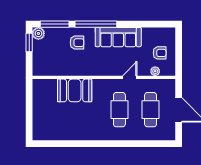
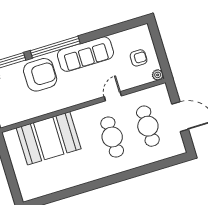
armchair: (77, 43) -> (40, 75), width x1.88, depth x1.88
plant: (155, 71) -> (158, 75), moved
booth: (75, 90) -> (49, 138), width x1.36, depth x1.42

